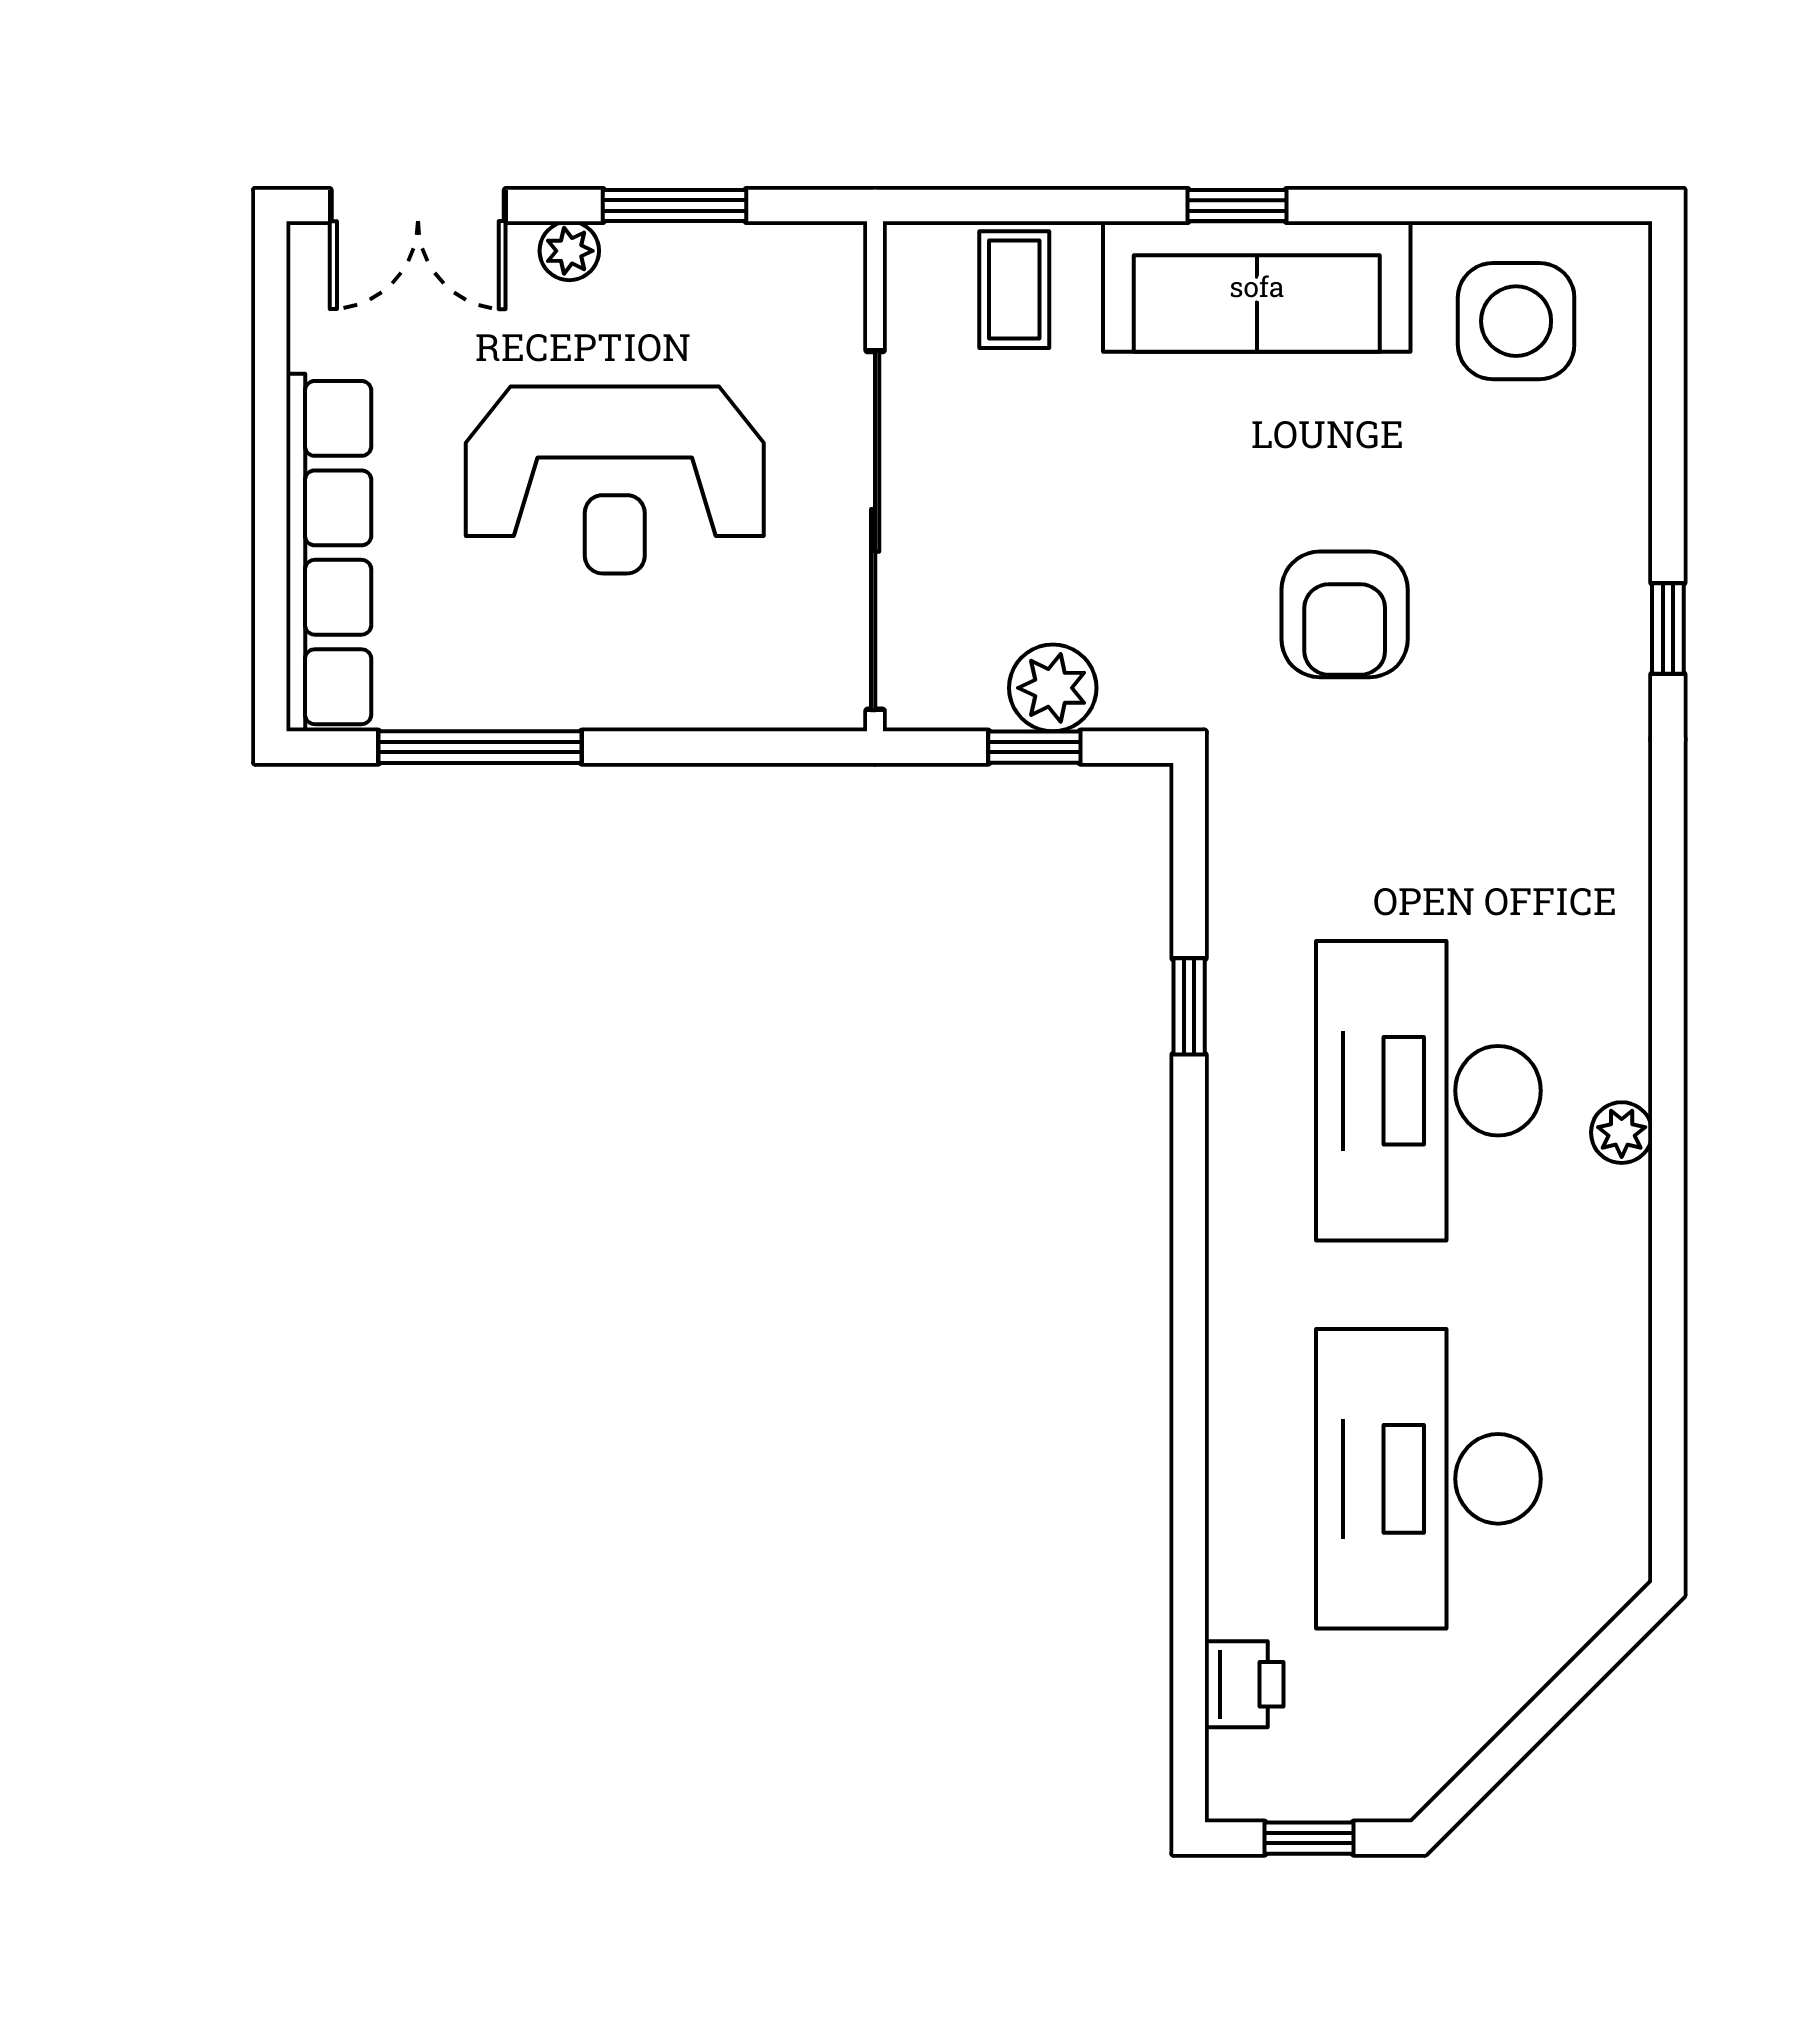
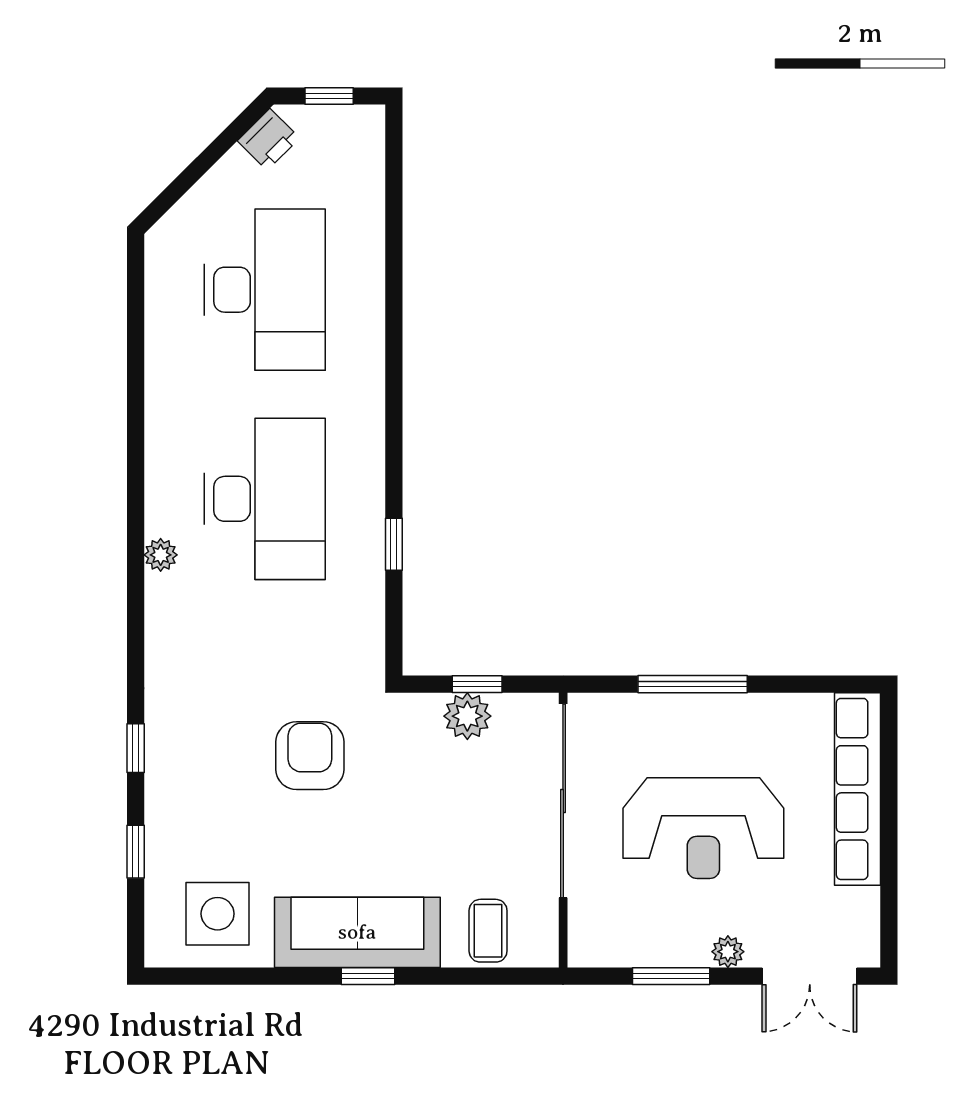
double door: (418, 206) -> (810, 976), swing flipped
window: (1668, 436) -> (136, 852), added
reception desk: (615, 480) -> (703, 828), turned 180
window: (480, 747) -> (693, 684), moved
plant: (1622, 1133) -> (161, 555), moved
printer: (1244, 1684) -> (268, 139), moved, turned -135

